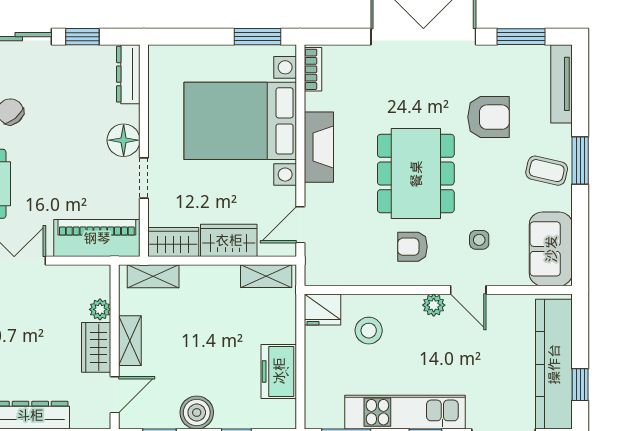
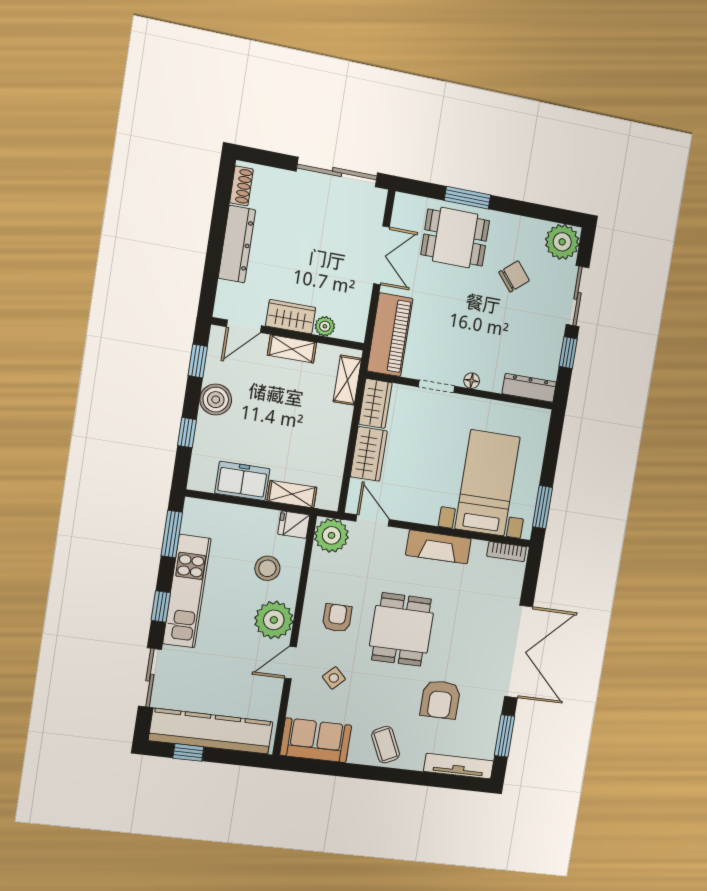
bed with nightstands: (240, 121) -> (487, 483), width x0.73
floor lamp: (124, 140) -> (472, 381), width x0.53, depth x0.53
window: (580, 160) -> (390, 775), removed
coffee table: (547, 171) -> (386, 745), turned -39
dining table: (416, 174) -> (401, 629), width x0.73
side table: (479, 240) -> (334, 678), turned 45
plant: (323, 267) -> (331, 535), added
shelving: (266, 276) -> (292, 494), moved, turned 90
plant: (434, 305) -> (274, 620), width x1.88, depth x1.88
fridge: (322, 310) -> (294, 525), width x0.72
door: (115, 395) -> (244, 326), hinge flipped

